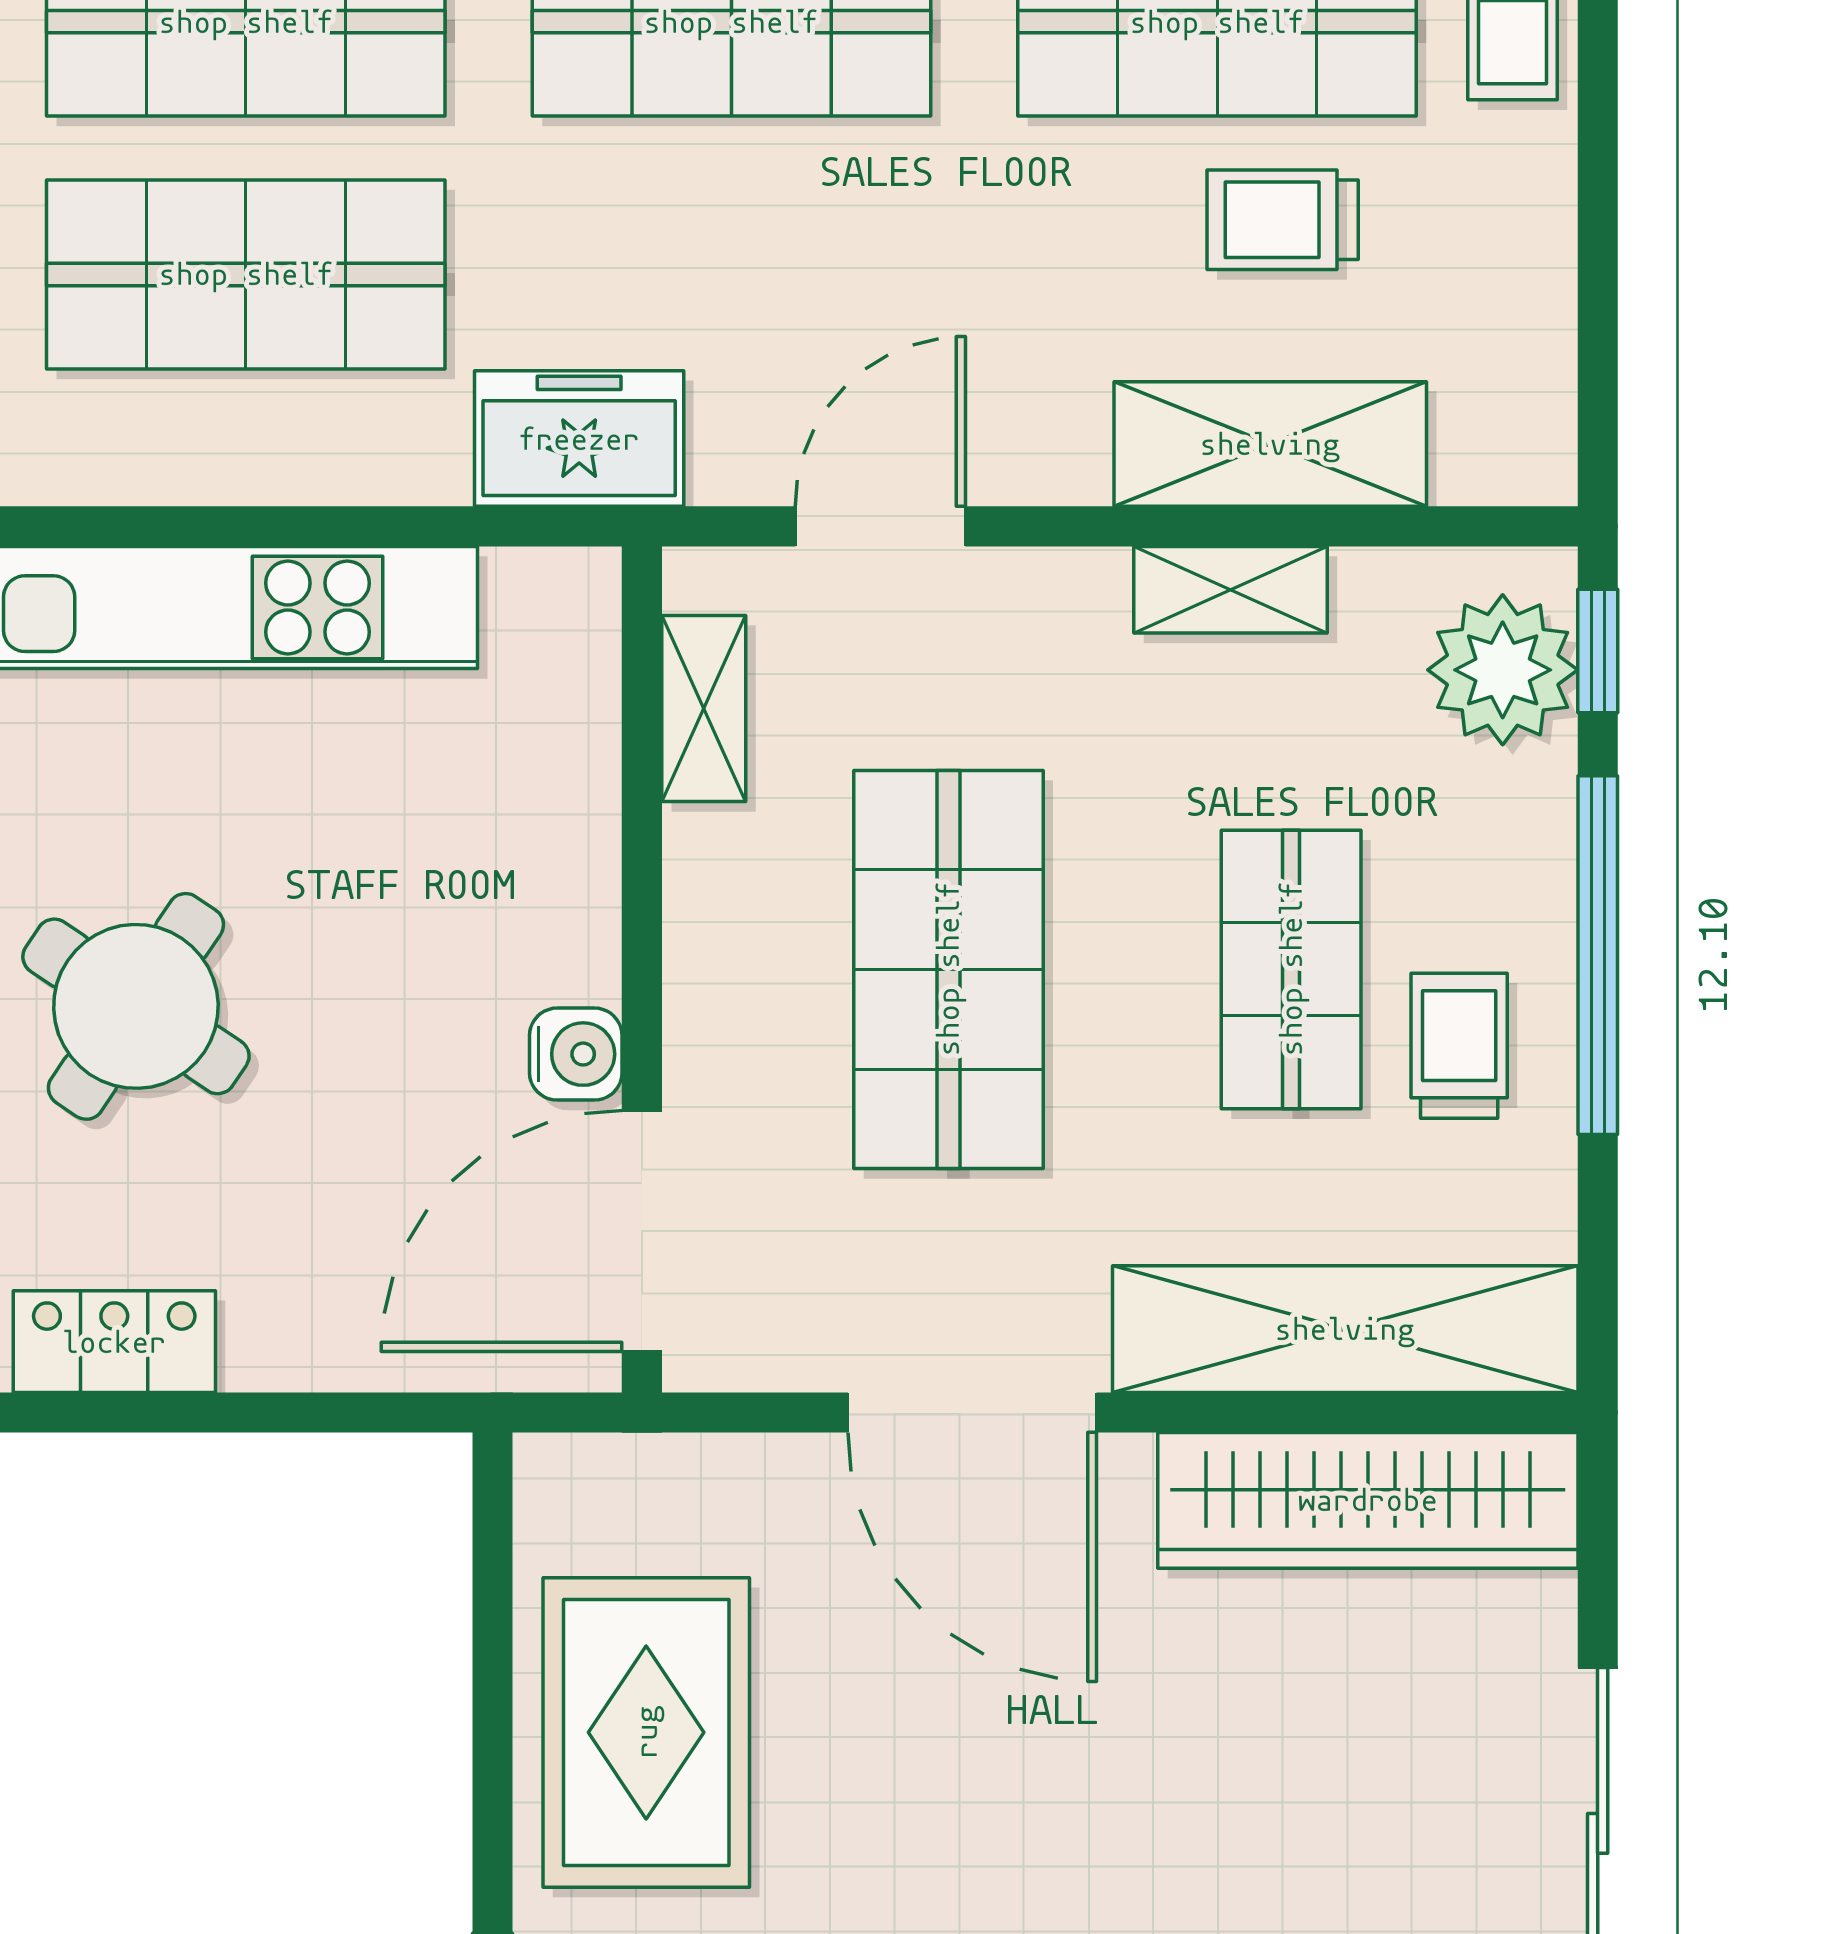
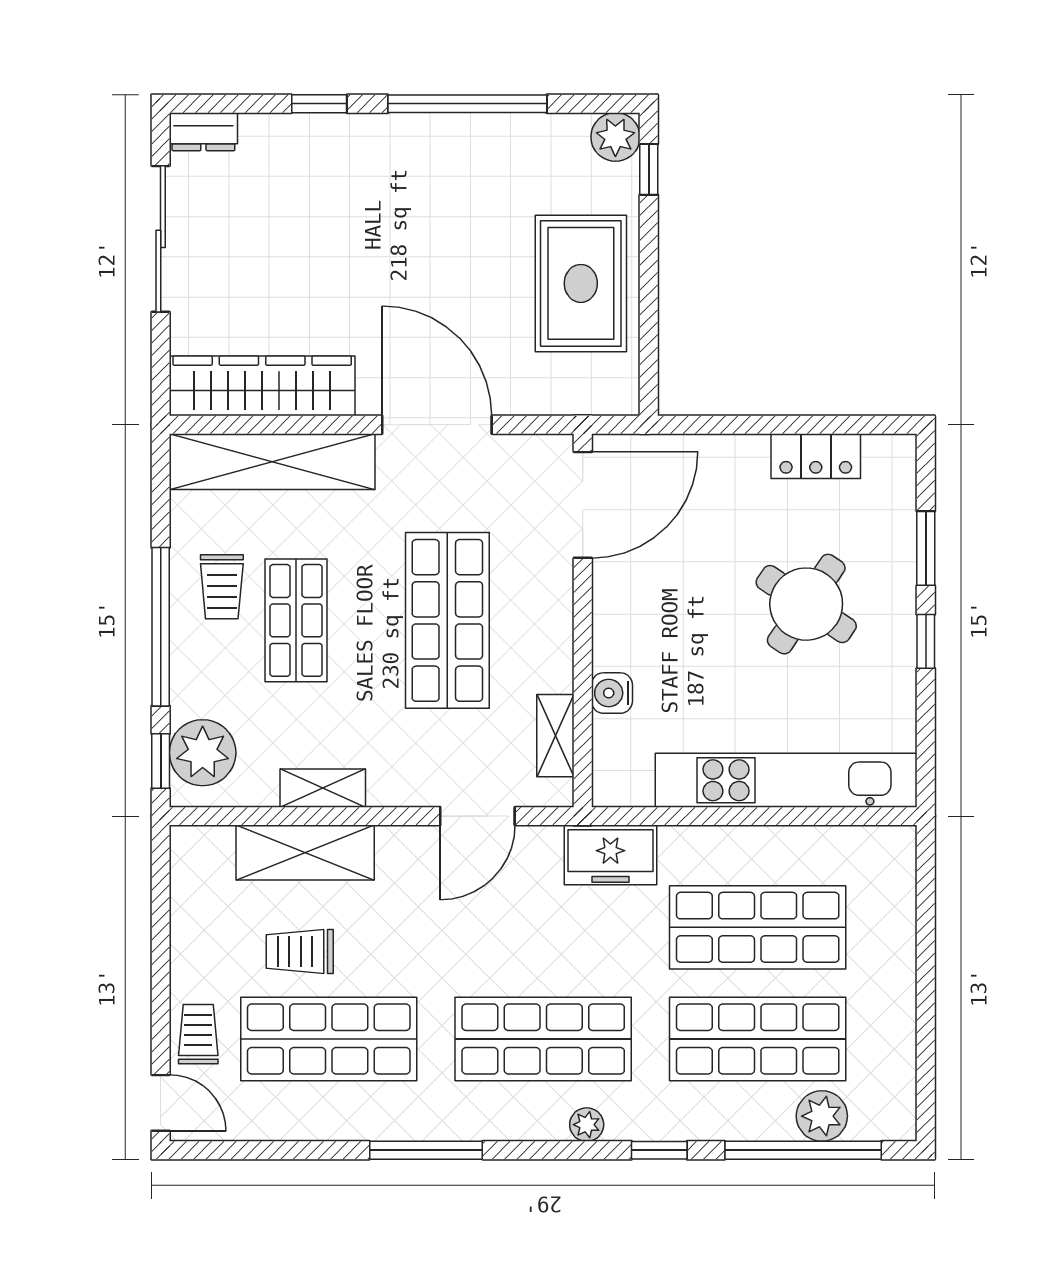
trolley: (1283, 220) -> (300, 952), turned 180
water cooler: (576, 1054) -> (612, 693), moved

